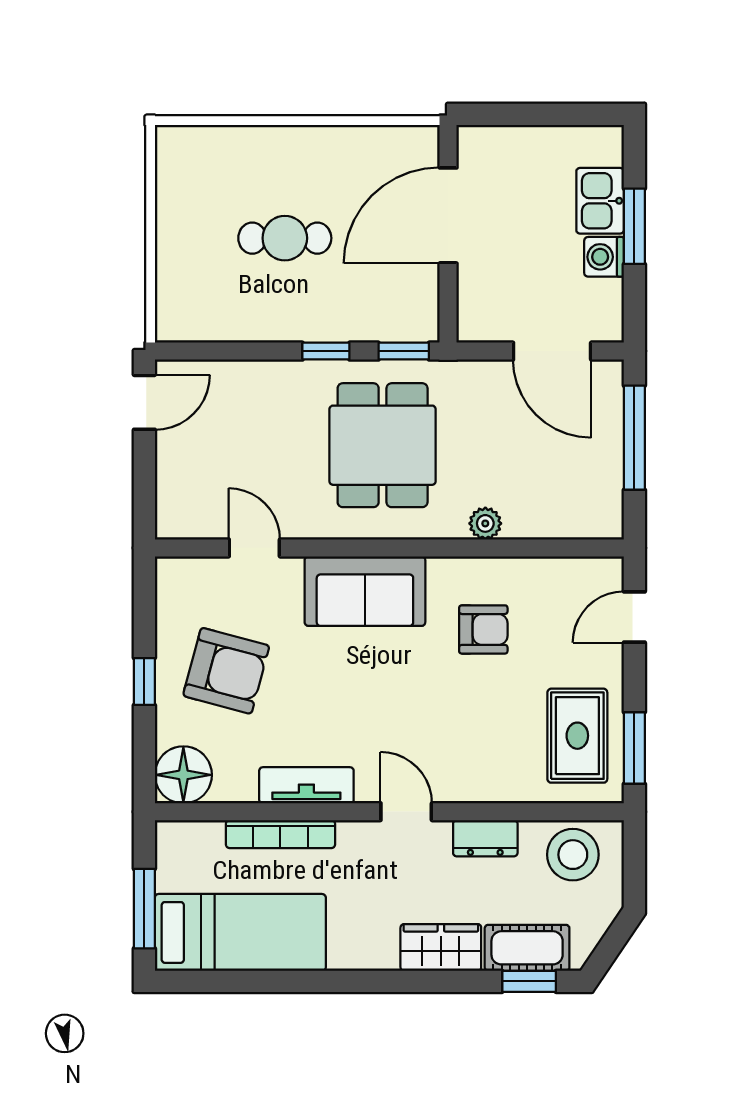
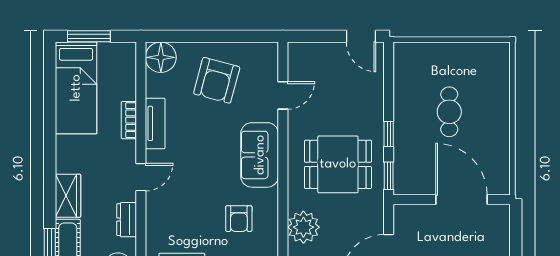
plant: (485, 523) -> (303, 227), width x1.88, depth x1.88
window: (144, 681) -> (211, 36), removed
bookcase: (280, 834) -> (129, 120), width x0.64

